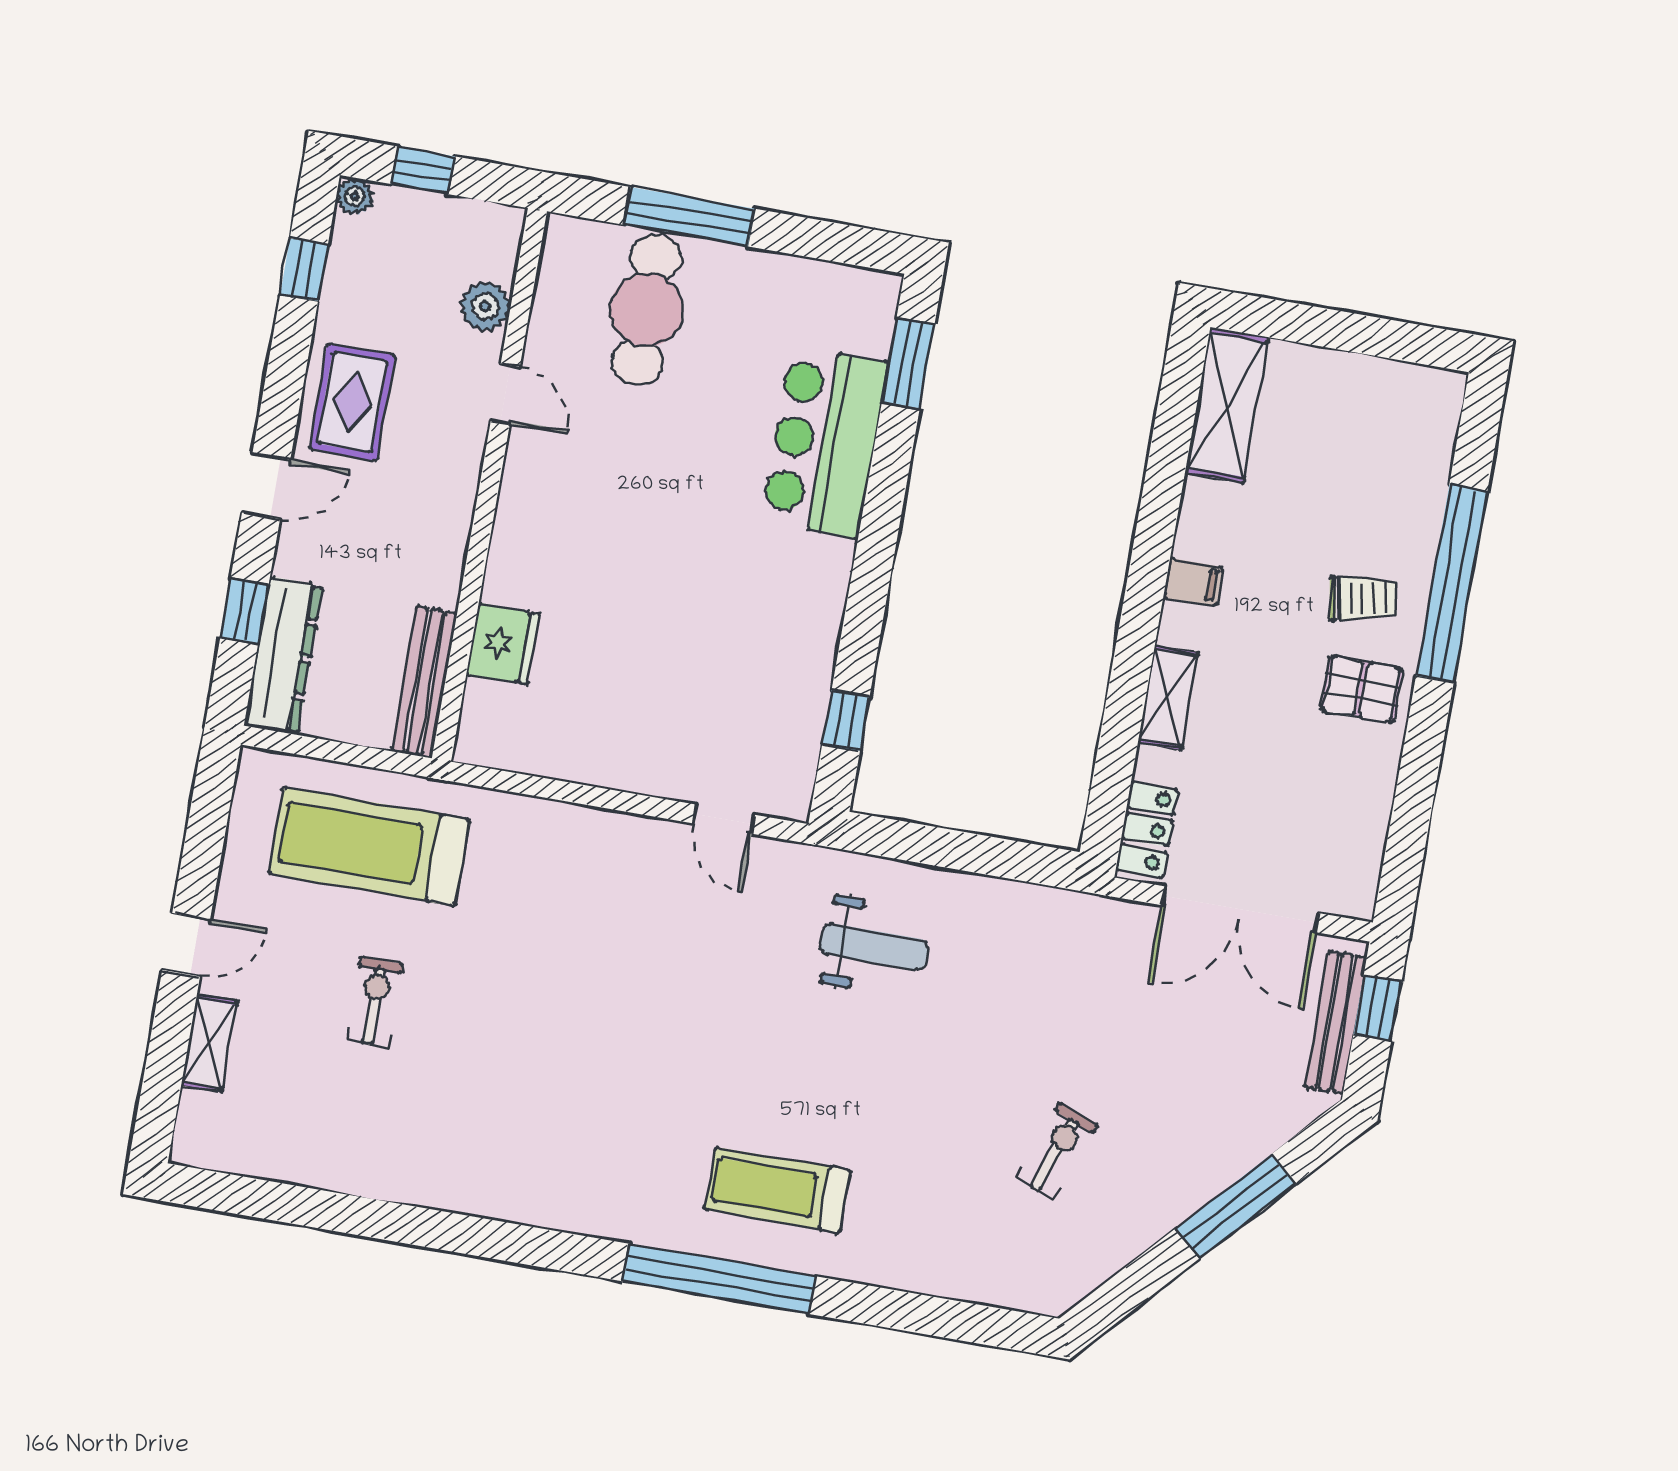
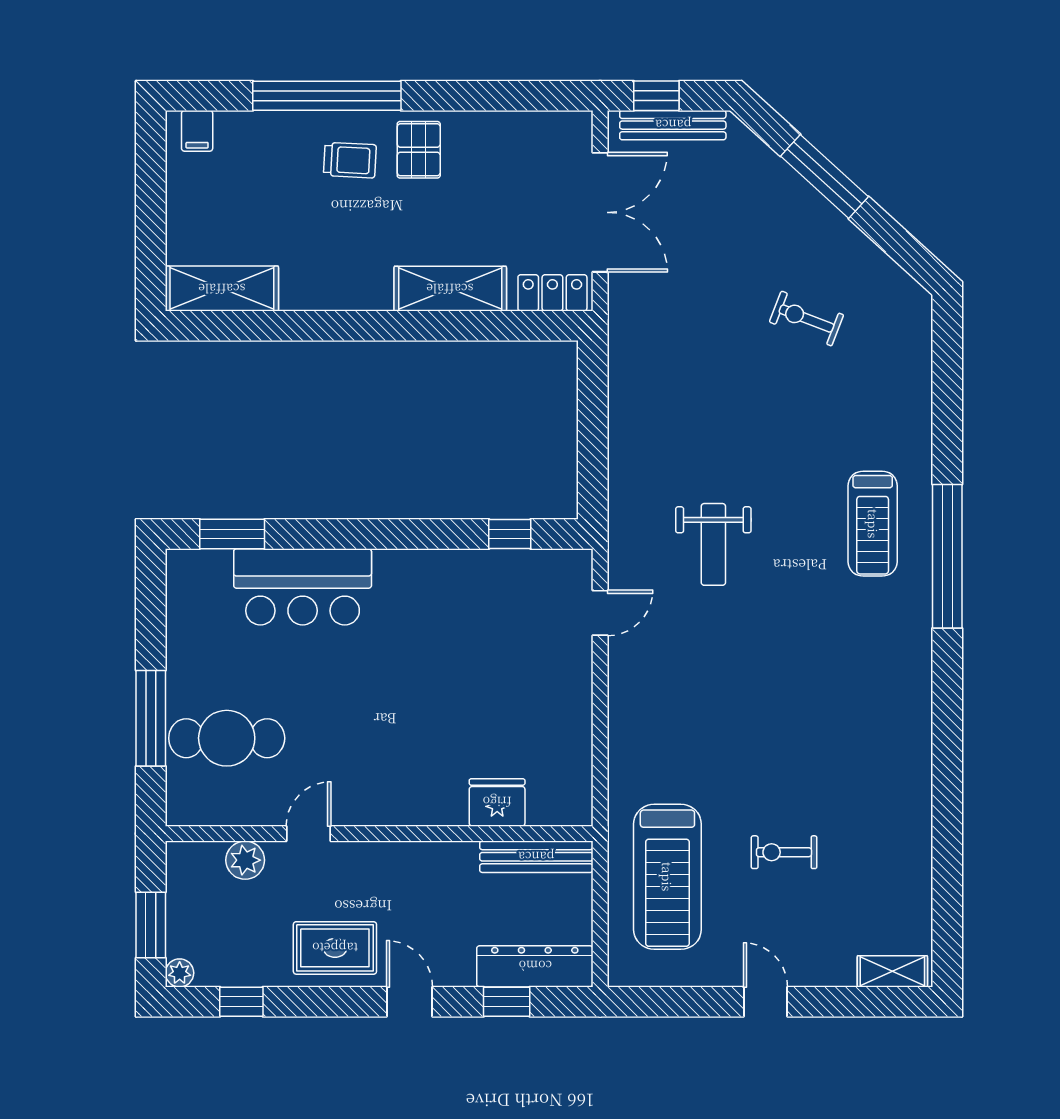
window: (423, 170) -> (151, 925), width x1.50
filing cabinet: (1193, 582) -> (197, 131), moved, turned 180
trolley: (1363, 599) -> (350, 160), turned 103
shelving: (1168, 698) -> (450, 289), width x1.50, depth x1.33
weight bench: (874, 947) -> (713, 544), moved, turned 180
shelving: (209, 1043) -> (892, 971), moved

